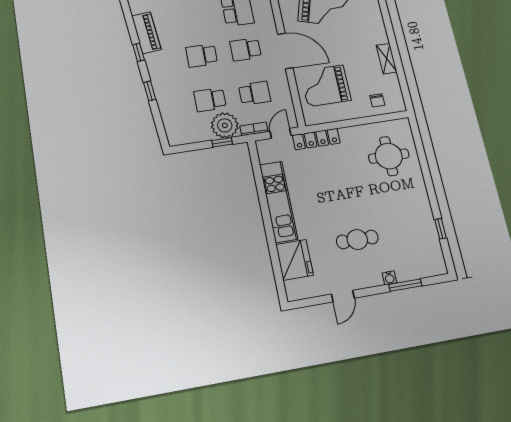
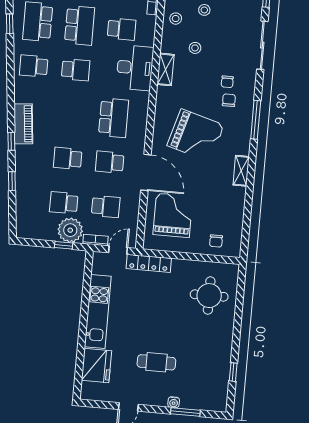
shelving: (387, 59) -> (241, 171), moved
grand piano: (326, 86) -> (173, 215), turned 90

